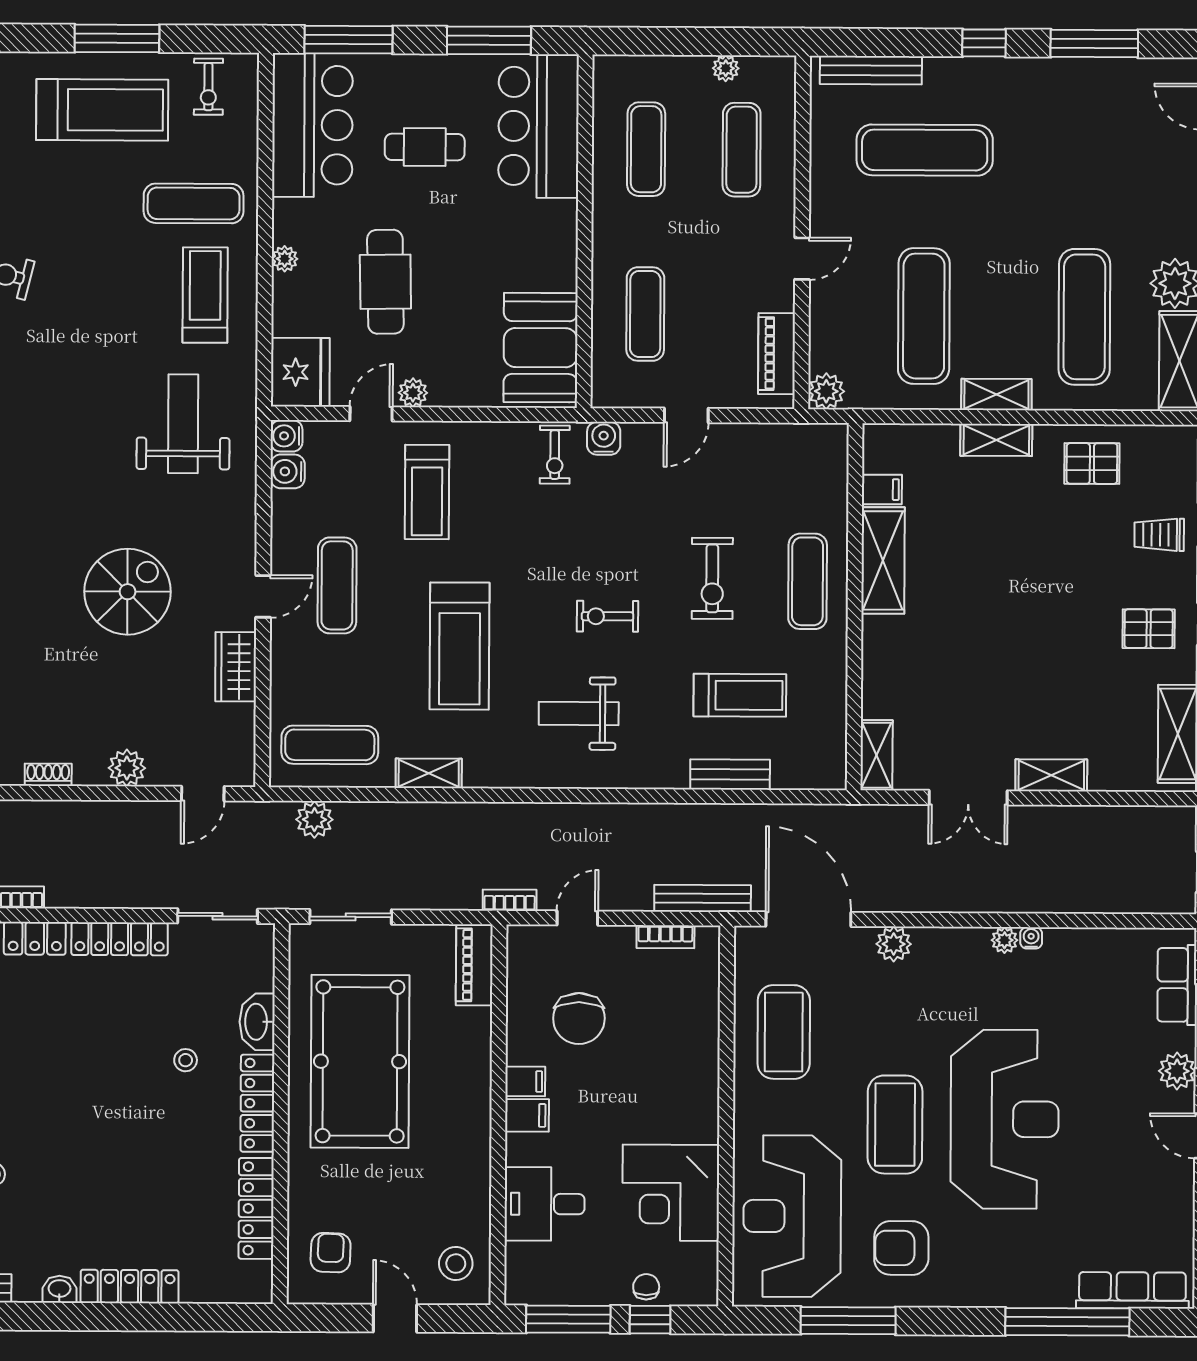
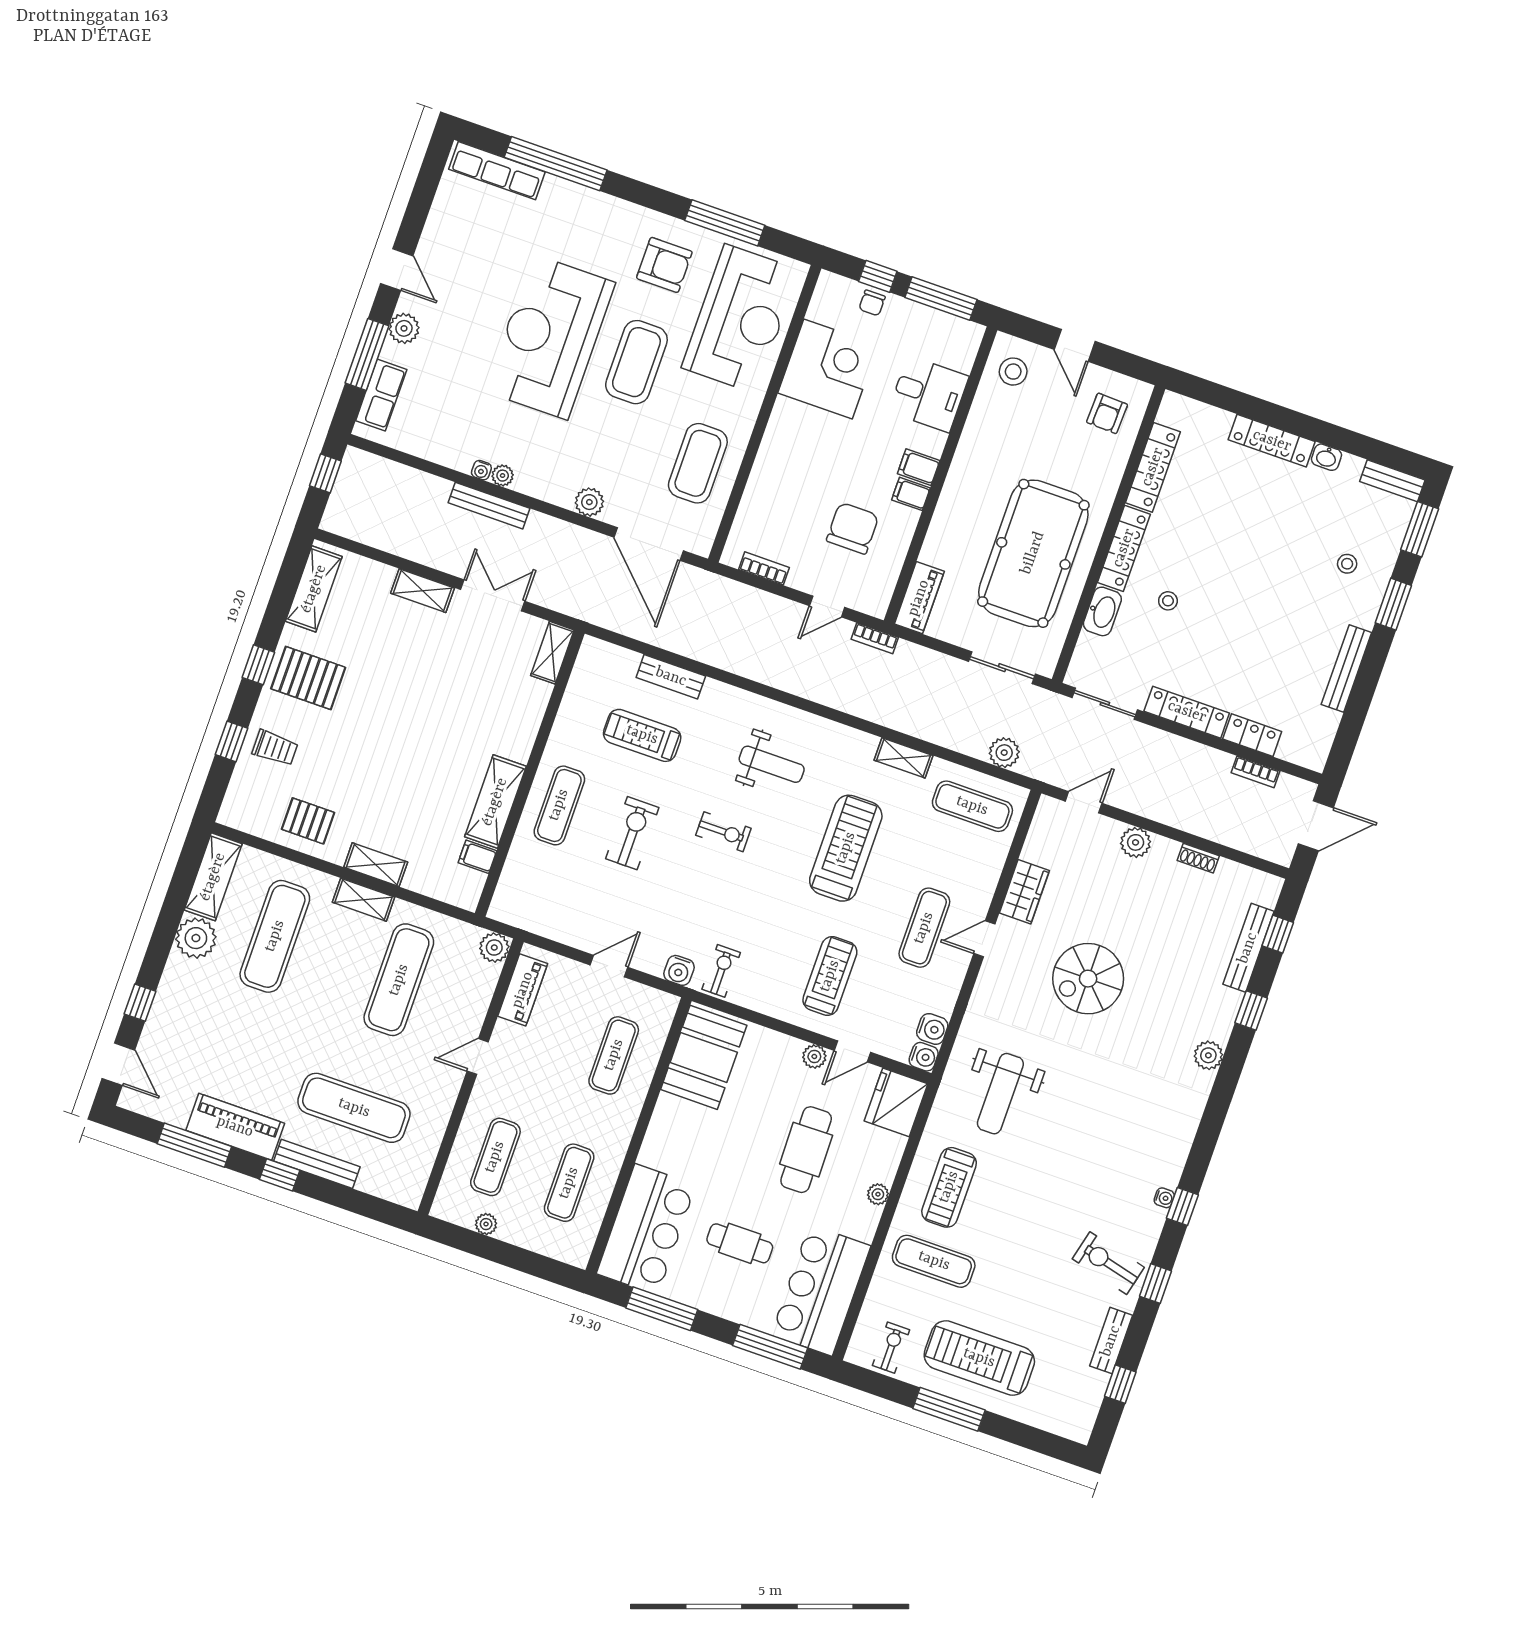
bench: (871, 70) -> (317, 1164), moved
piano: (1054, 81) -> (235, 1127), added
pallet: (1149, 629) -> (308, 678), width x1.50, depth x1.42
bench: (703, 898) -> (489, 506), moved

